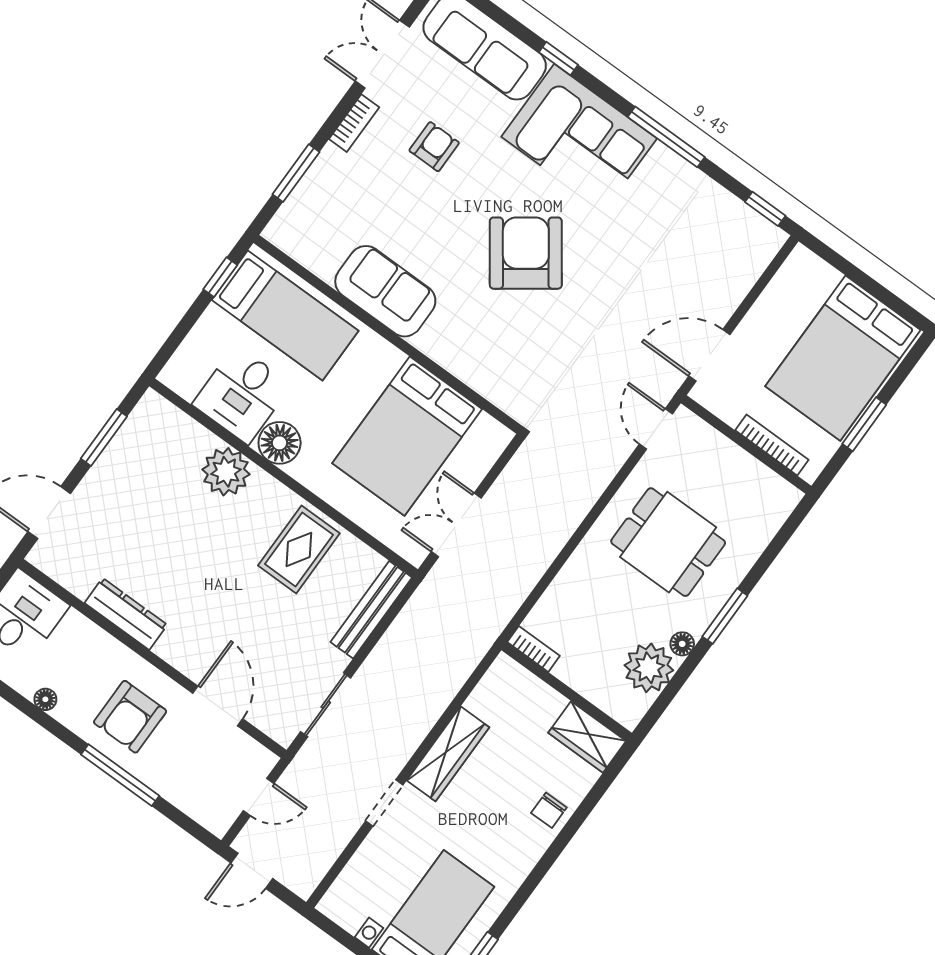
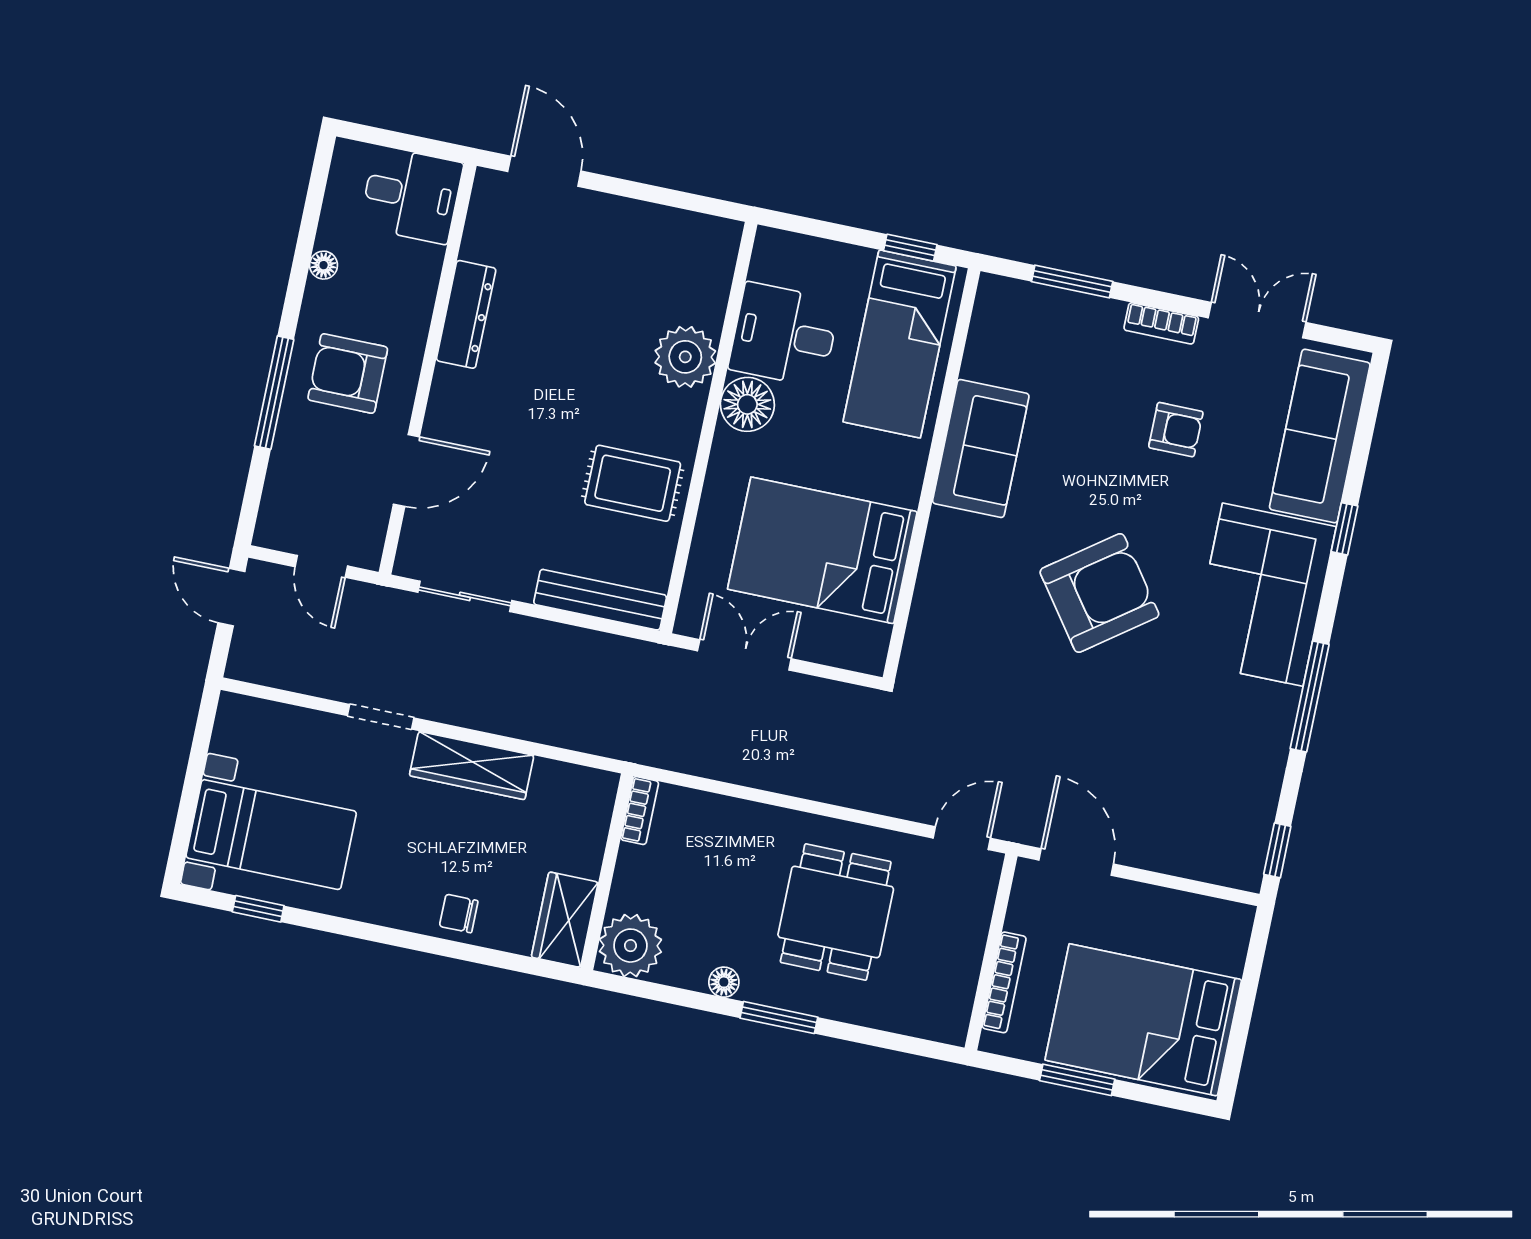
window: (104, 437) -> (661, 196), removed
plant: (649, 668) -> (630, 946), moved

